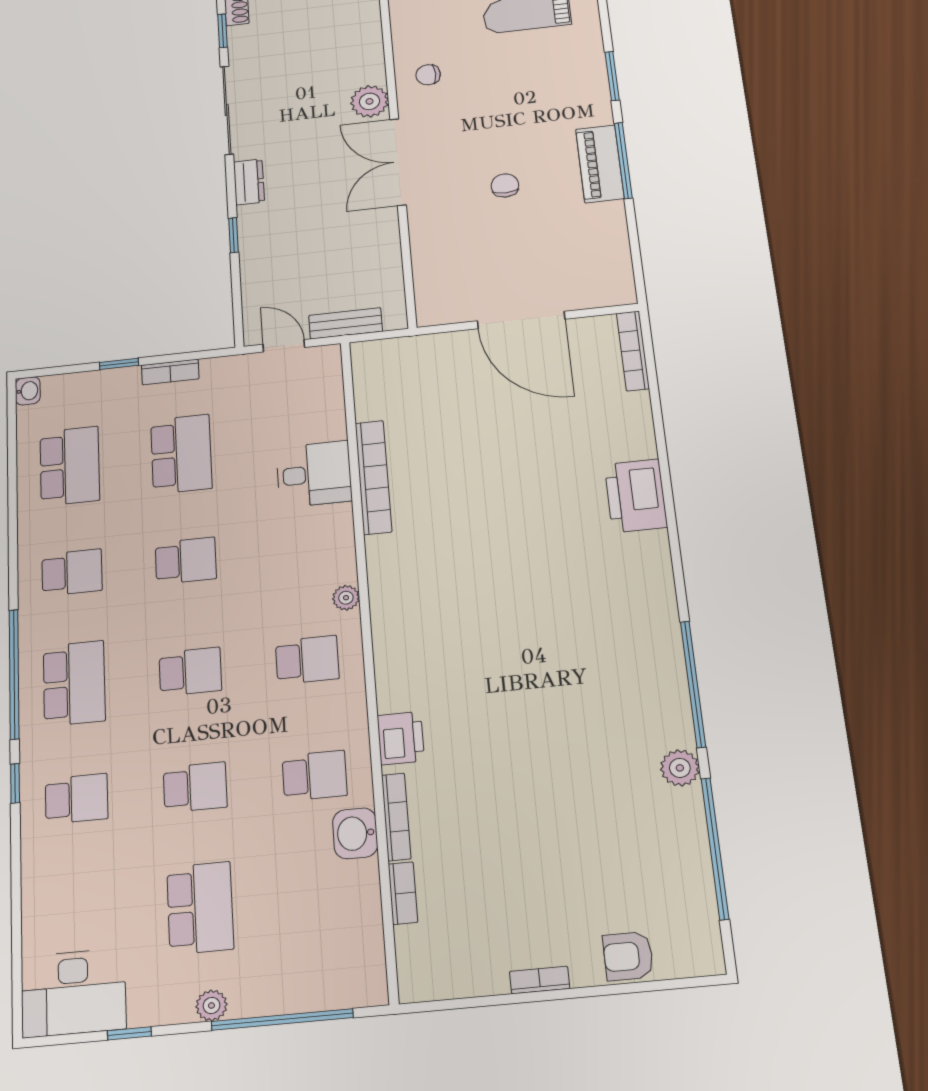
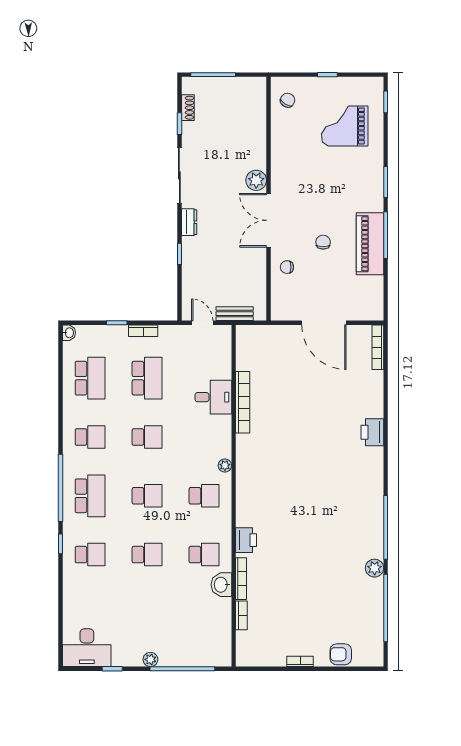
chair: (428, 75) -> (287, 267), moved
piano: (600, 164) -> (370, 244), width x1.37, depth x1.33
printer: (636, 496) -> (372, 432), width x0.73, depth x0.84
school desk: (200, 908) -> (147, 613), removed

